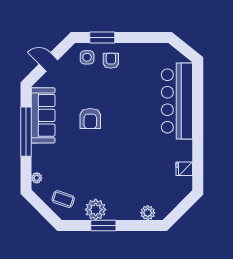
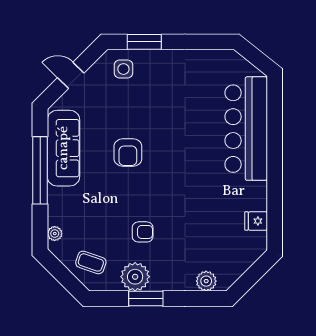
armchair: (111, 61) -> (143, 232), moved, turned 90

